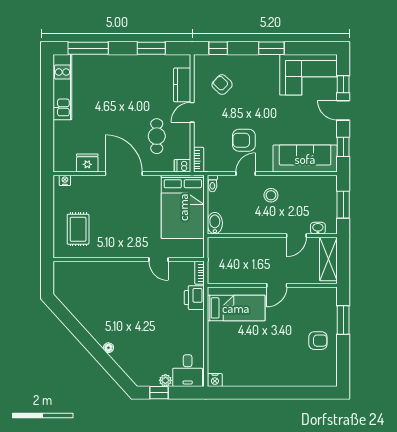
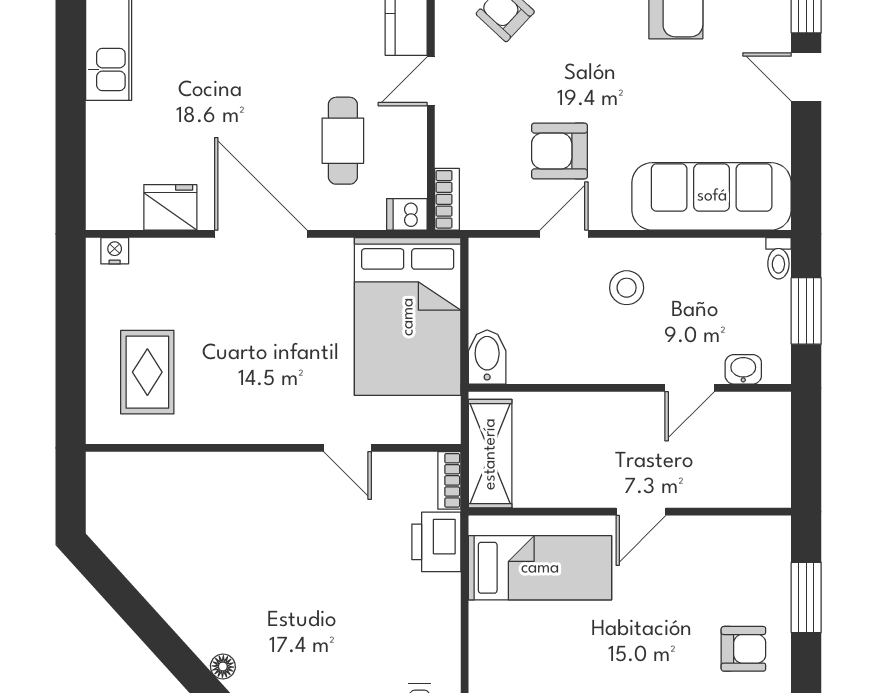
window: (343, 147) -> (806, 167), removed
toilet: (212, 183) -> (778, 258), moved
shelving: (328, 259) -> (490, 454), moved

